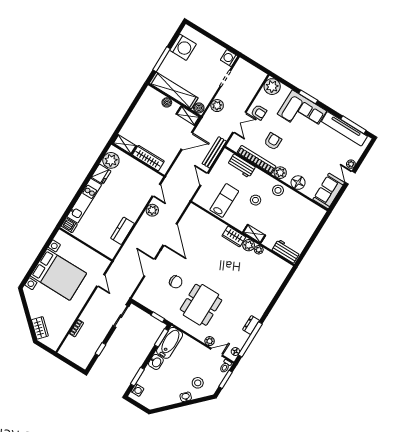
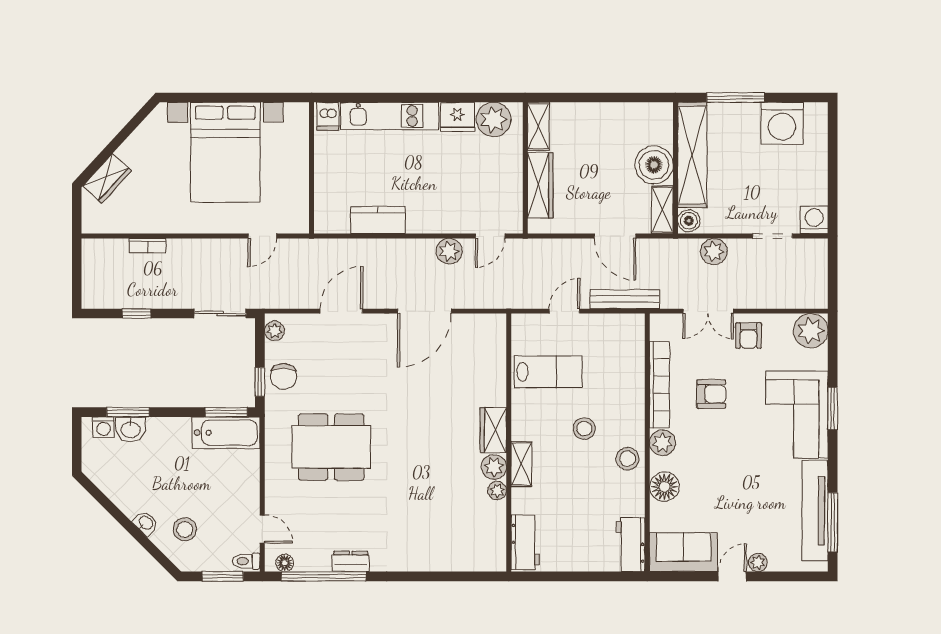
boiler: (167, 102) -> (654, 165), width x1.86, depth x1.86
workbench: (241, 166) -> (631, 544), moved
chair: (176, 282) -> (284, 376), moved
plant: (210, 341) -> (274, 331), moved
washbasin: (156, 362) -> (131, 429), moved

